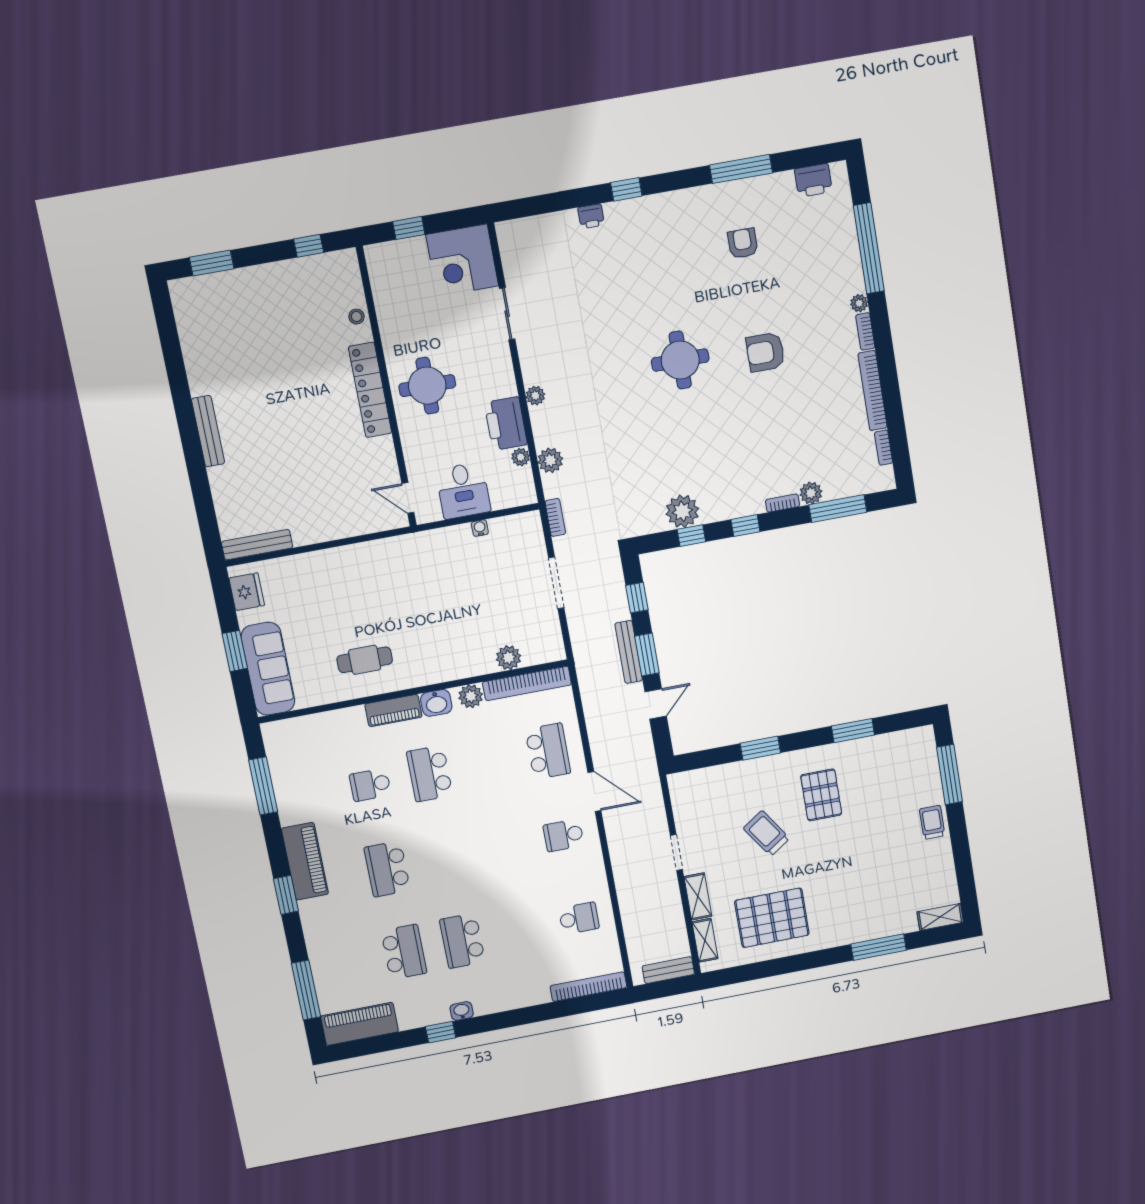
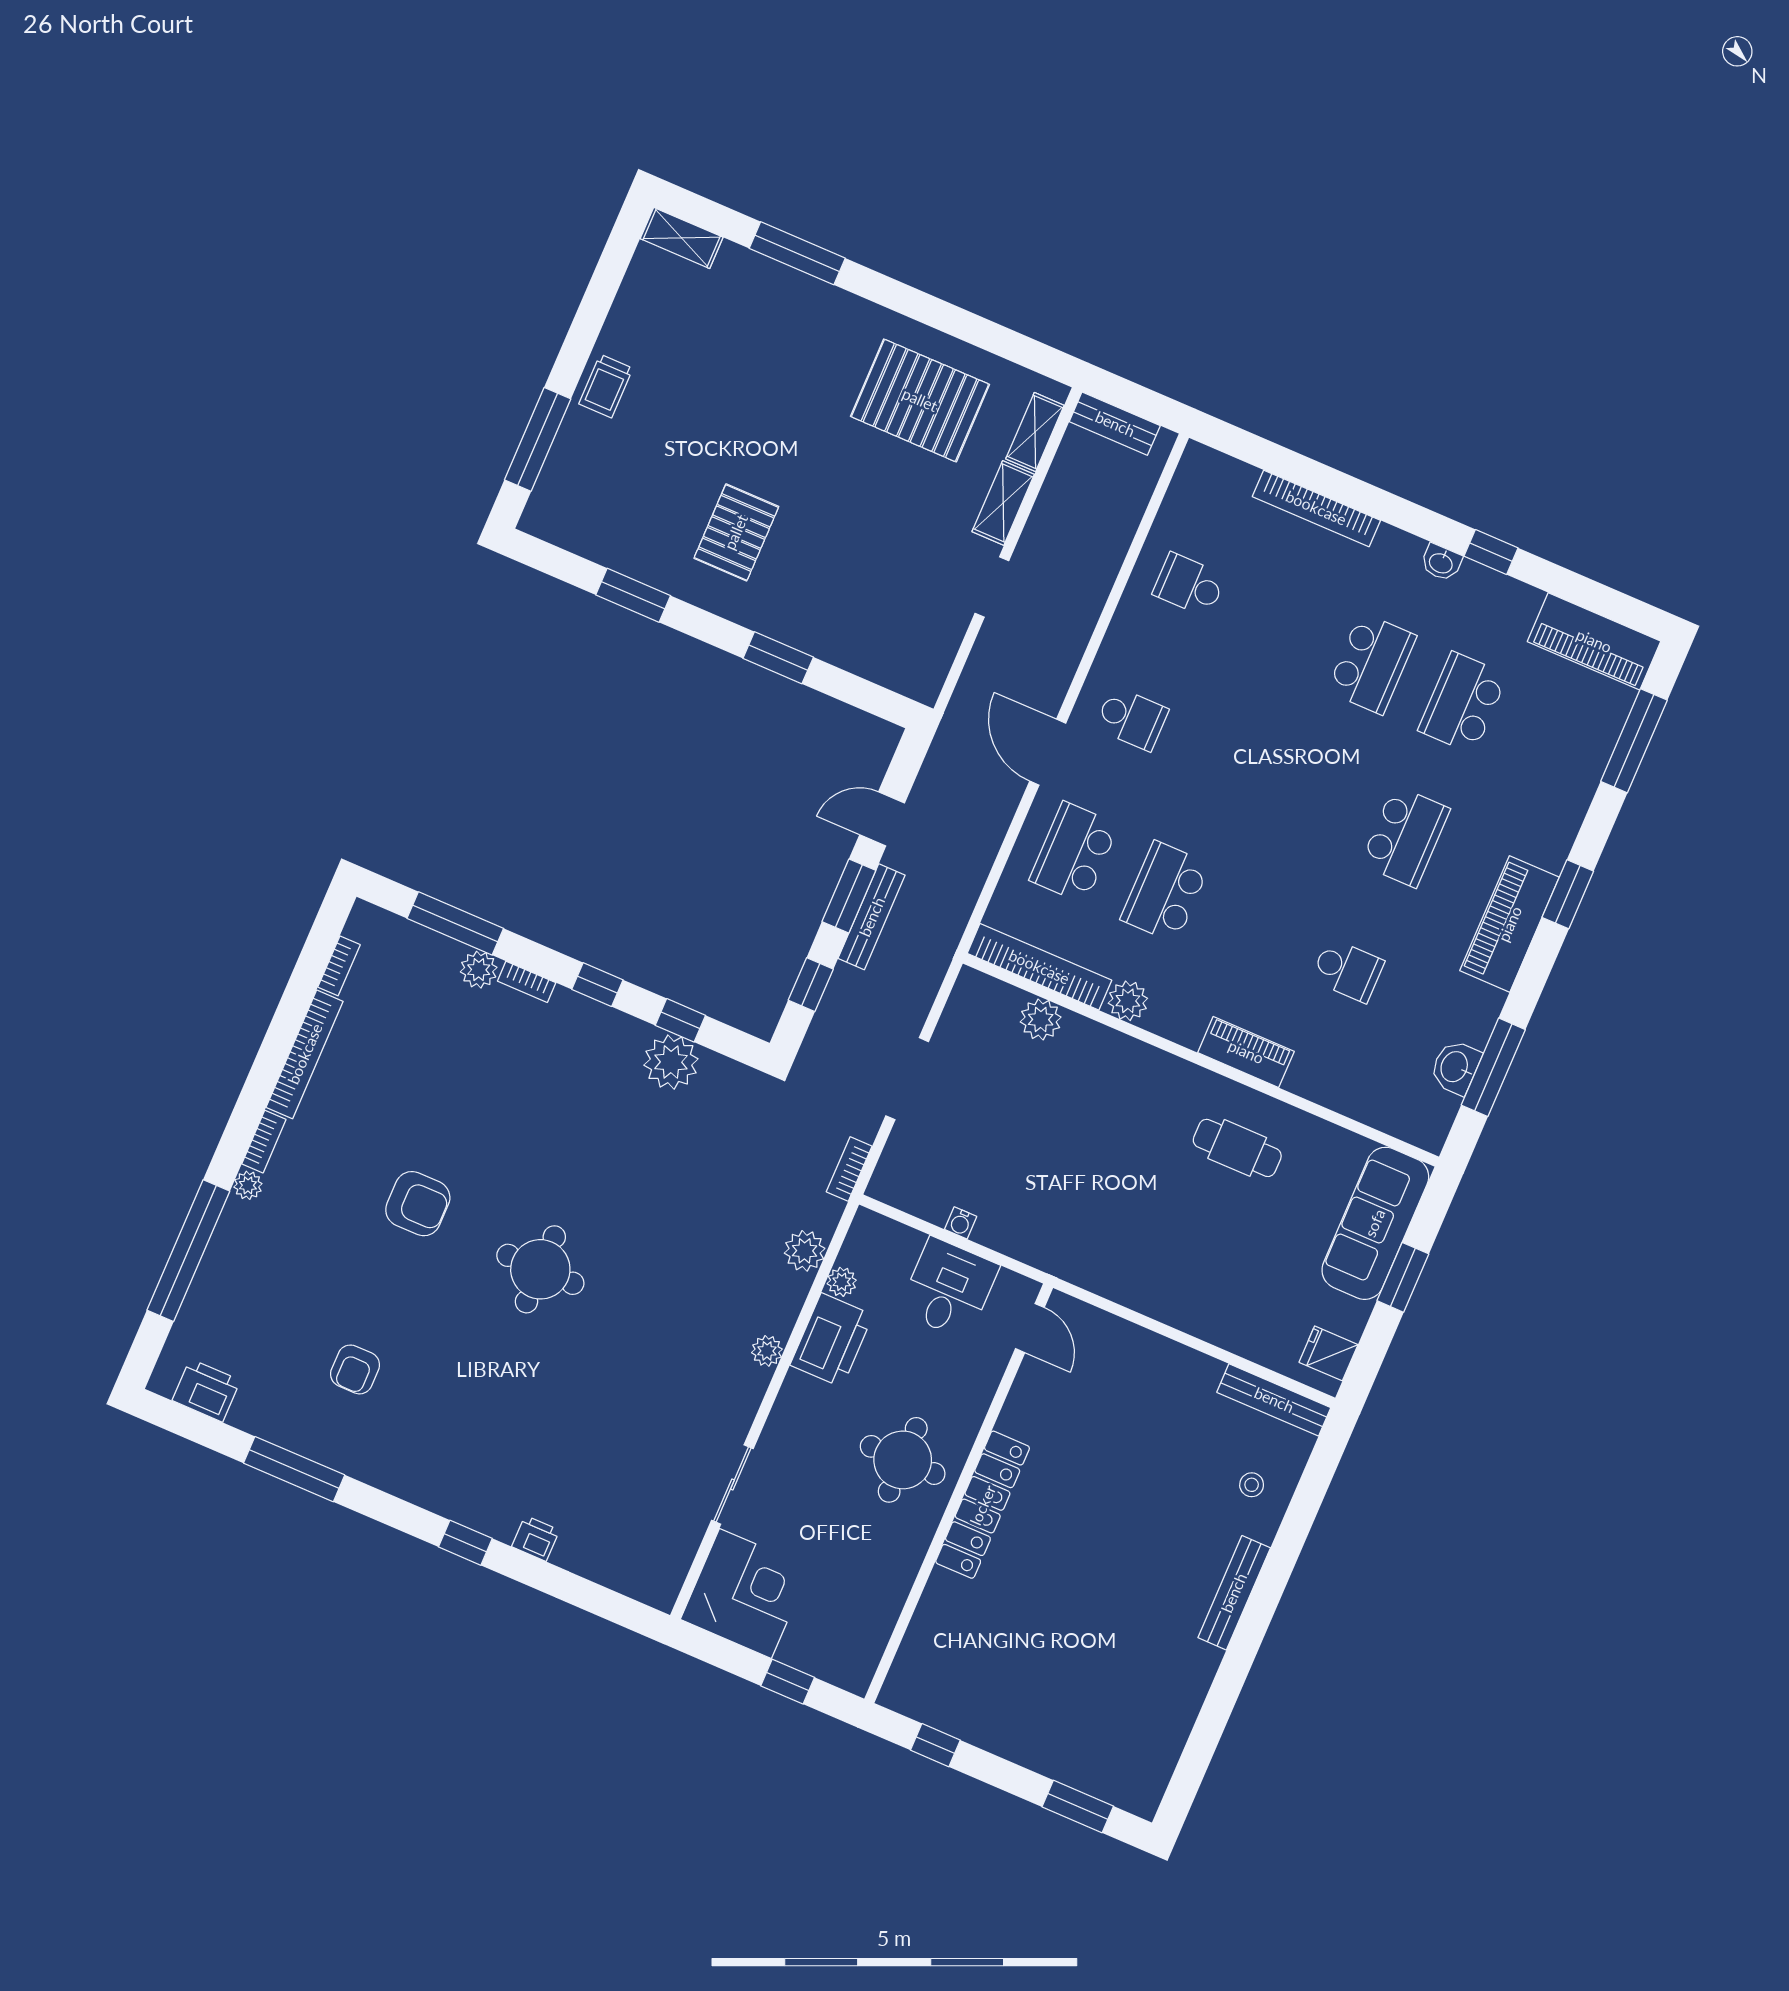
stool: (356, 317) -> (1252, 1485), moved
fridge: (247, 592) -> (1328, 1353), width x0.72
washbasin: (436, 703) -> (1455, 1067), moved, turned -90
school desk: (430, 774) -> (1165, 892), moved, turned 180
trolley: (766, 833) -> (848, 529), removed
bookcase: (588, 987) -> (1316, 508), moved

